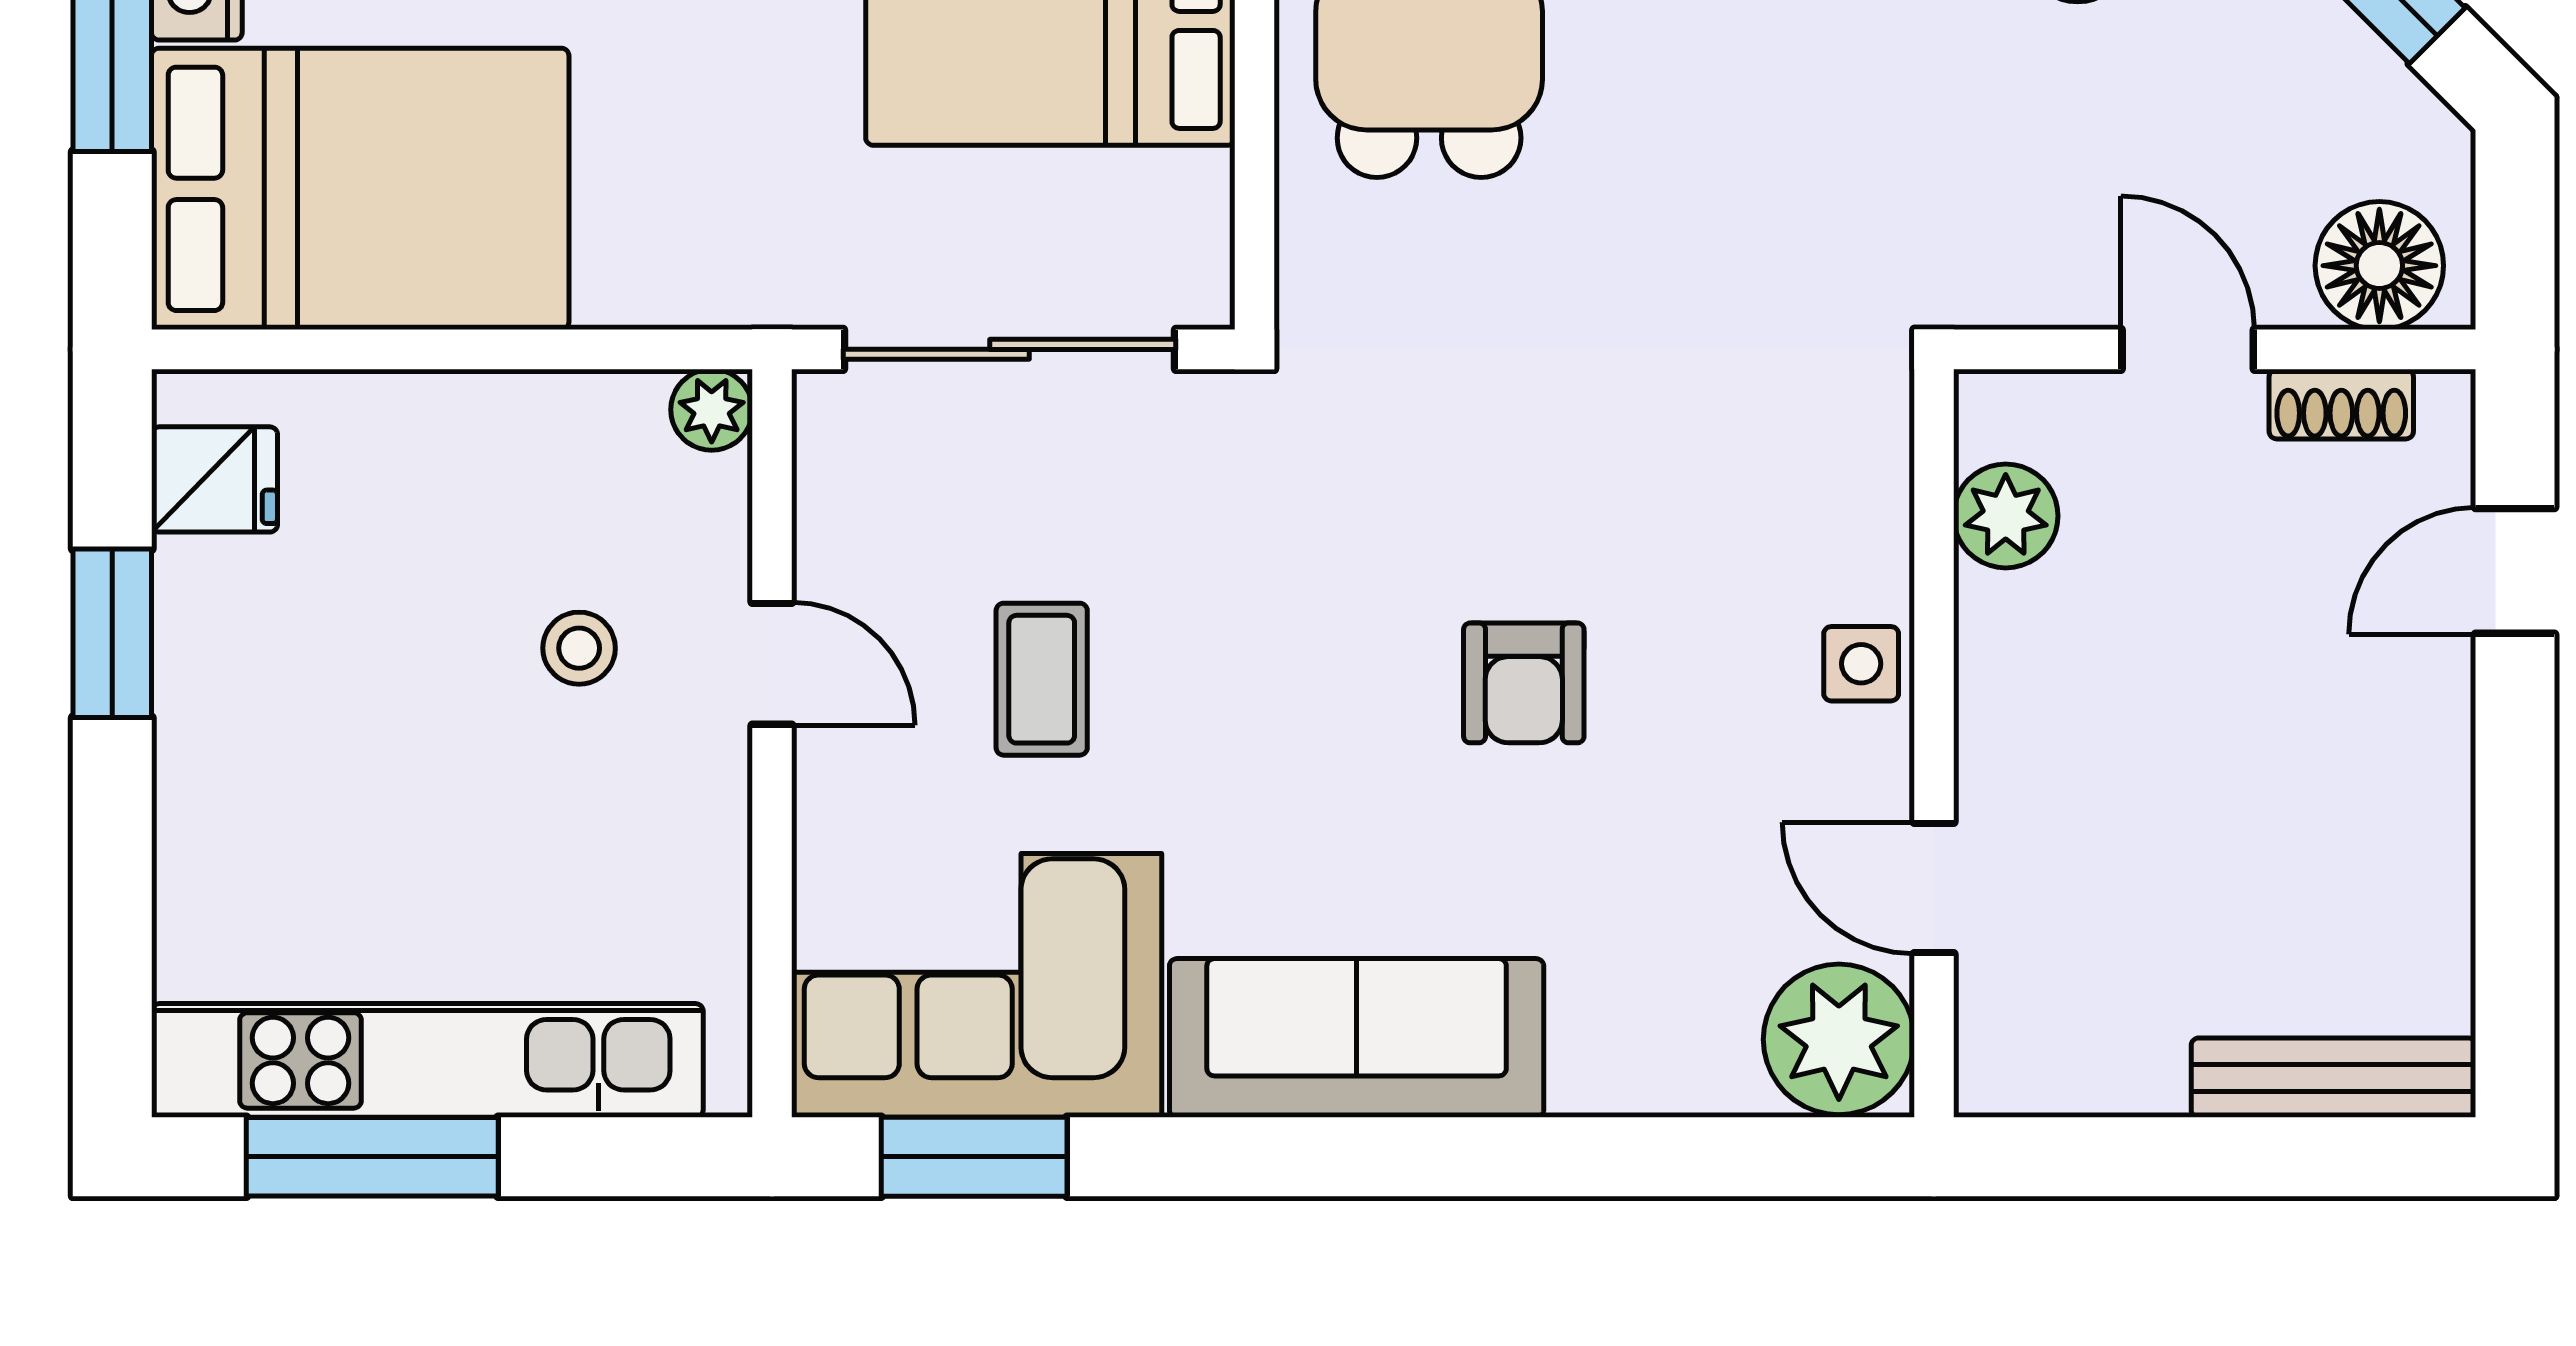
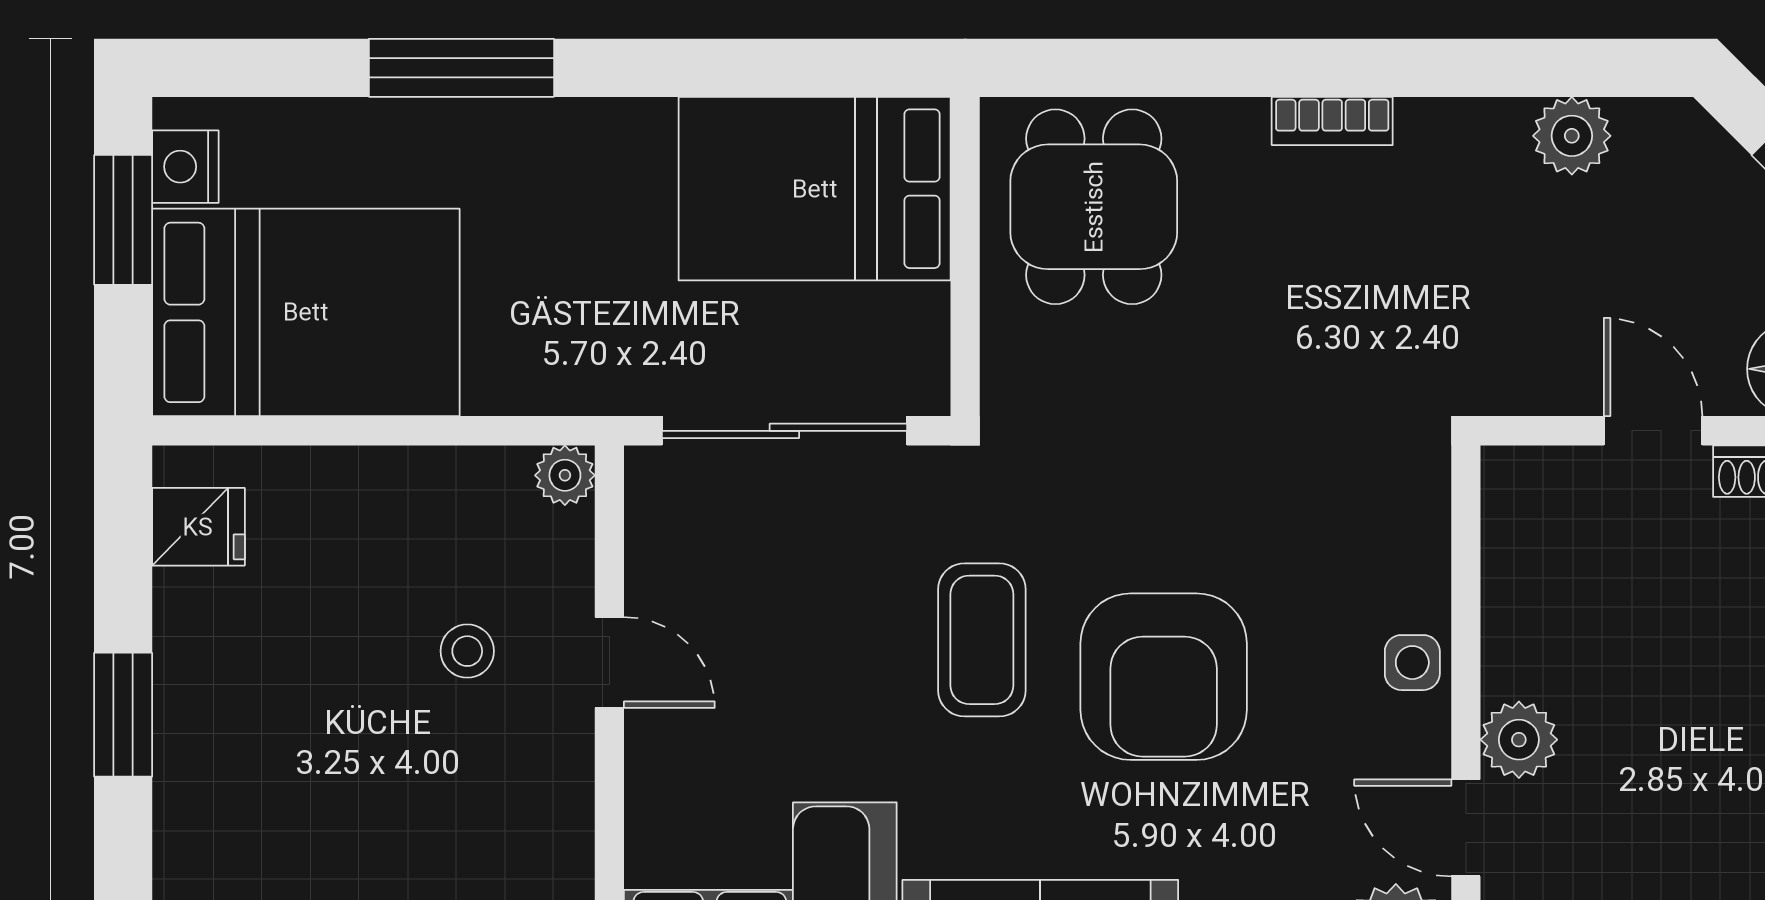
plant: (2006, 516) -> (1519, 740), moved
window: (112, 633) -> (123, 715), moved
coffee table: (1042, 679) -> (982, 640), moved, width x1.36, depth x1.30
armchair: (1524, 683) -> (1164, 677), width x1.88, depth x1.88

